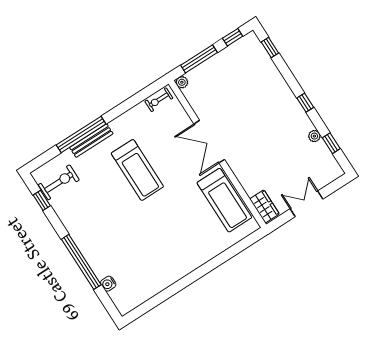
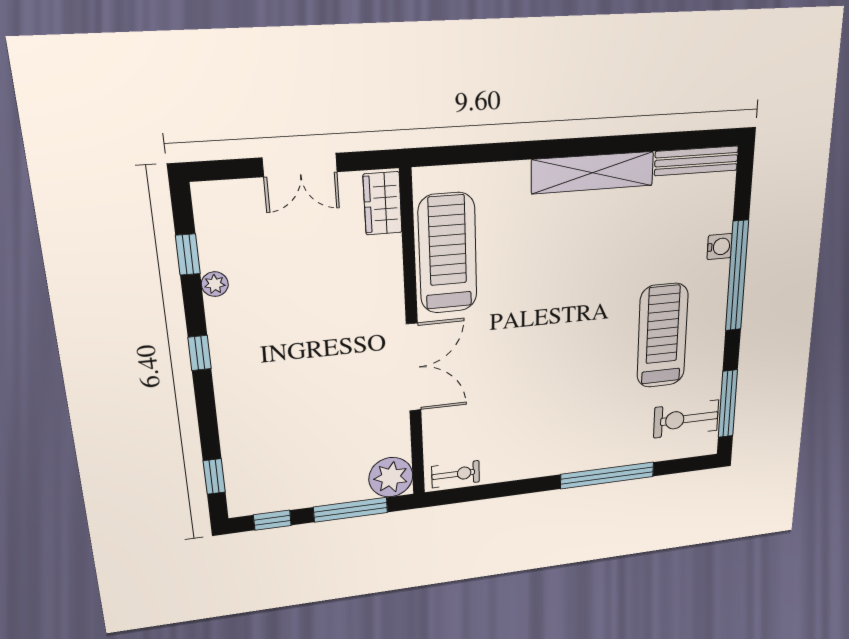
plant: (182, 82) -> (391, 477), width x1.87, depth x1.87
bench: (91, 141) -> (696, 161), moved
treadmill: (137, 170) -> (662, 336), moved
window: (42, 200) -> (728, 404), width x2.17
shelving: (182, 269) -> (593, 173), added
water cooler: (108, 284) -> (720, 247), moved

